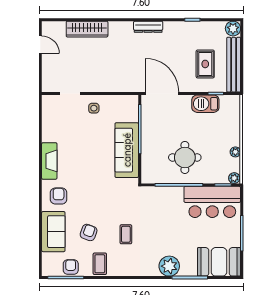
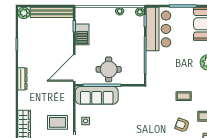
rug: (205, 64) -> (58, 122), moved
sofa: (127, 150) -> (97, 95), moved
round table: (185, 157) -> (109, 69), moved

